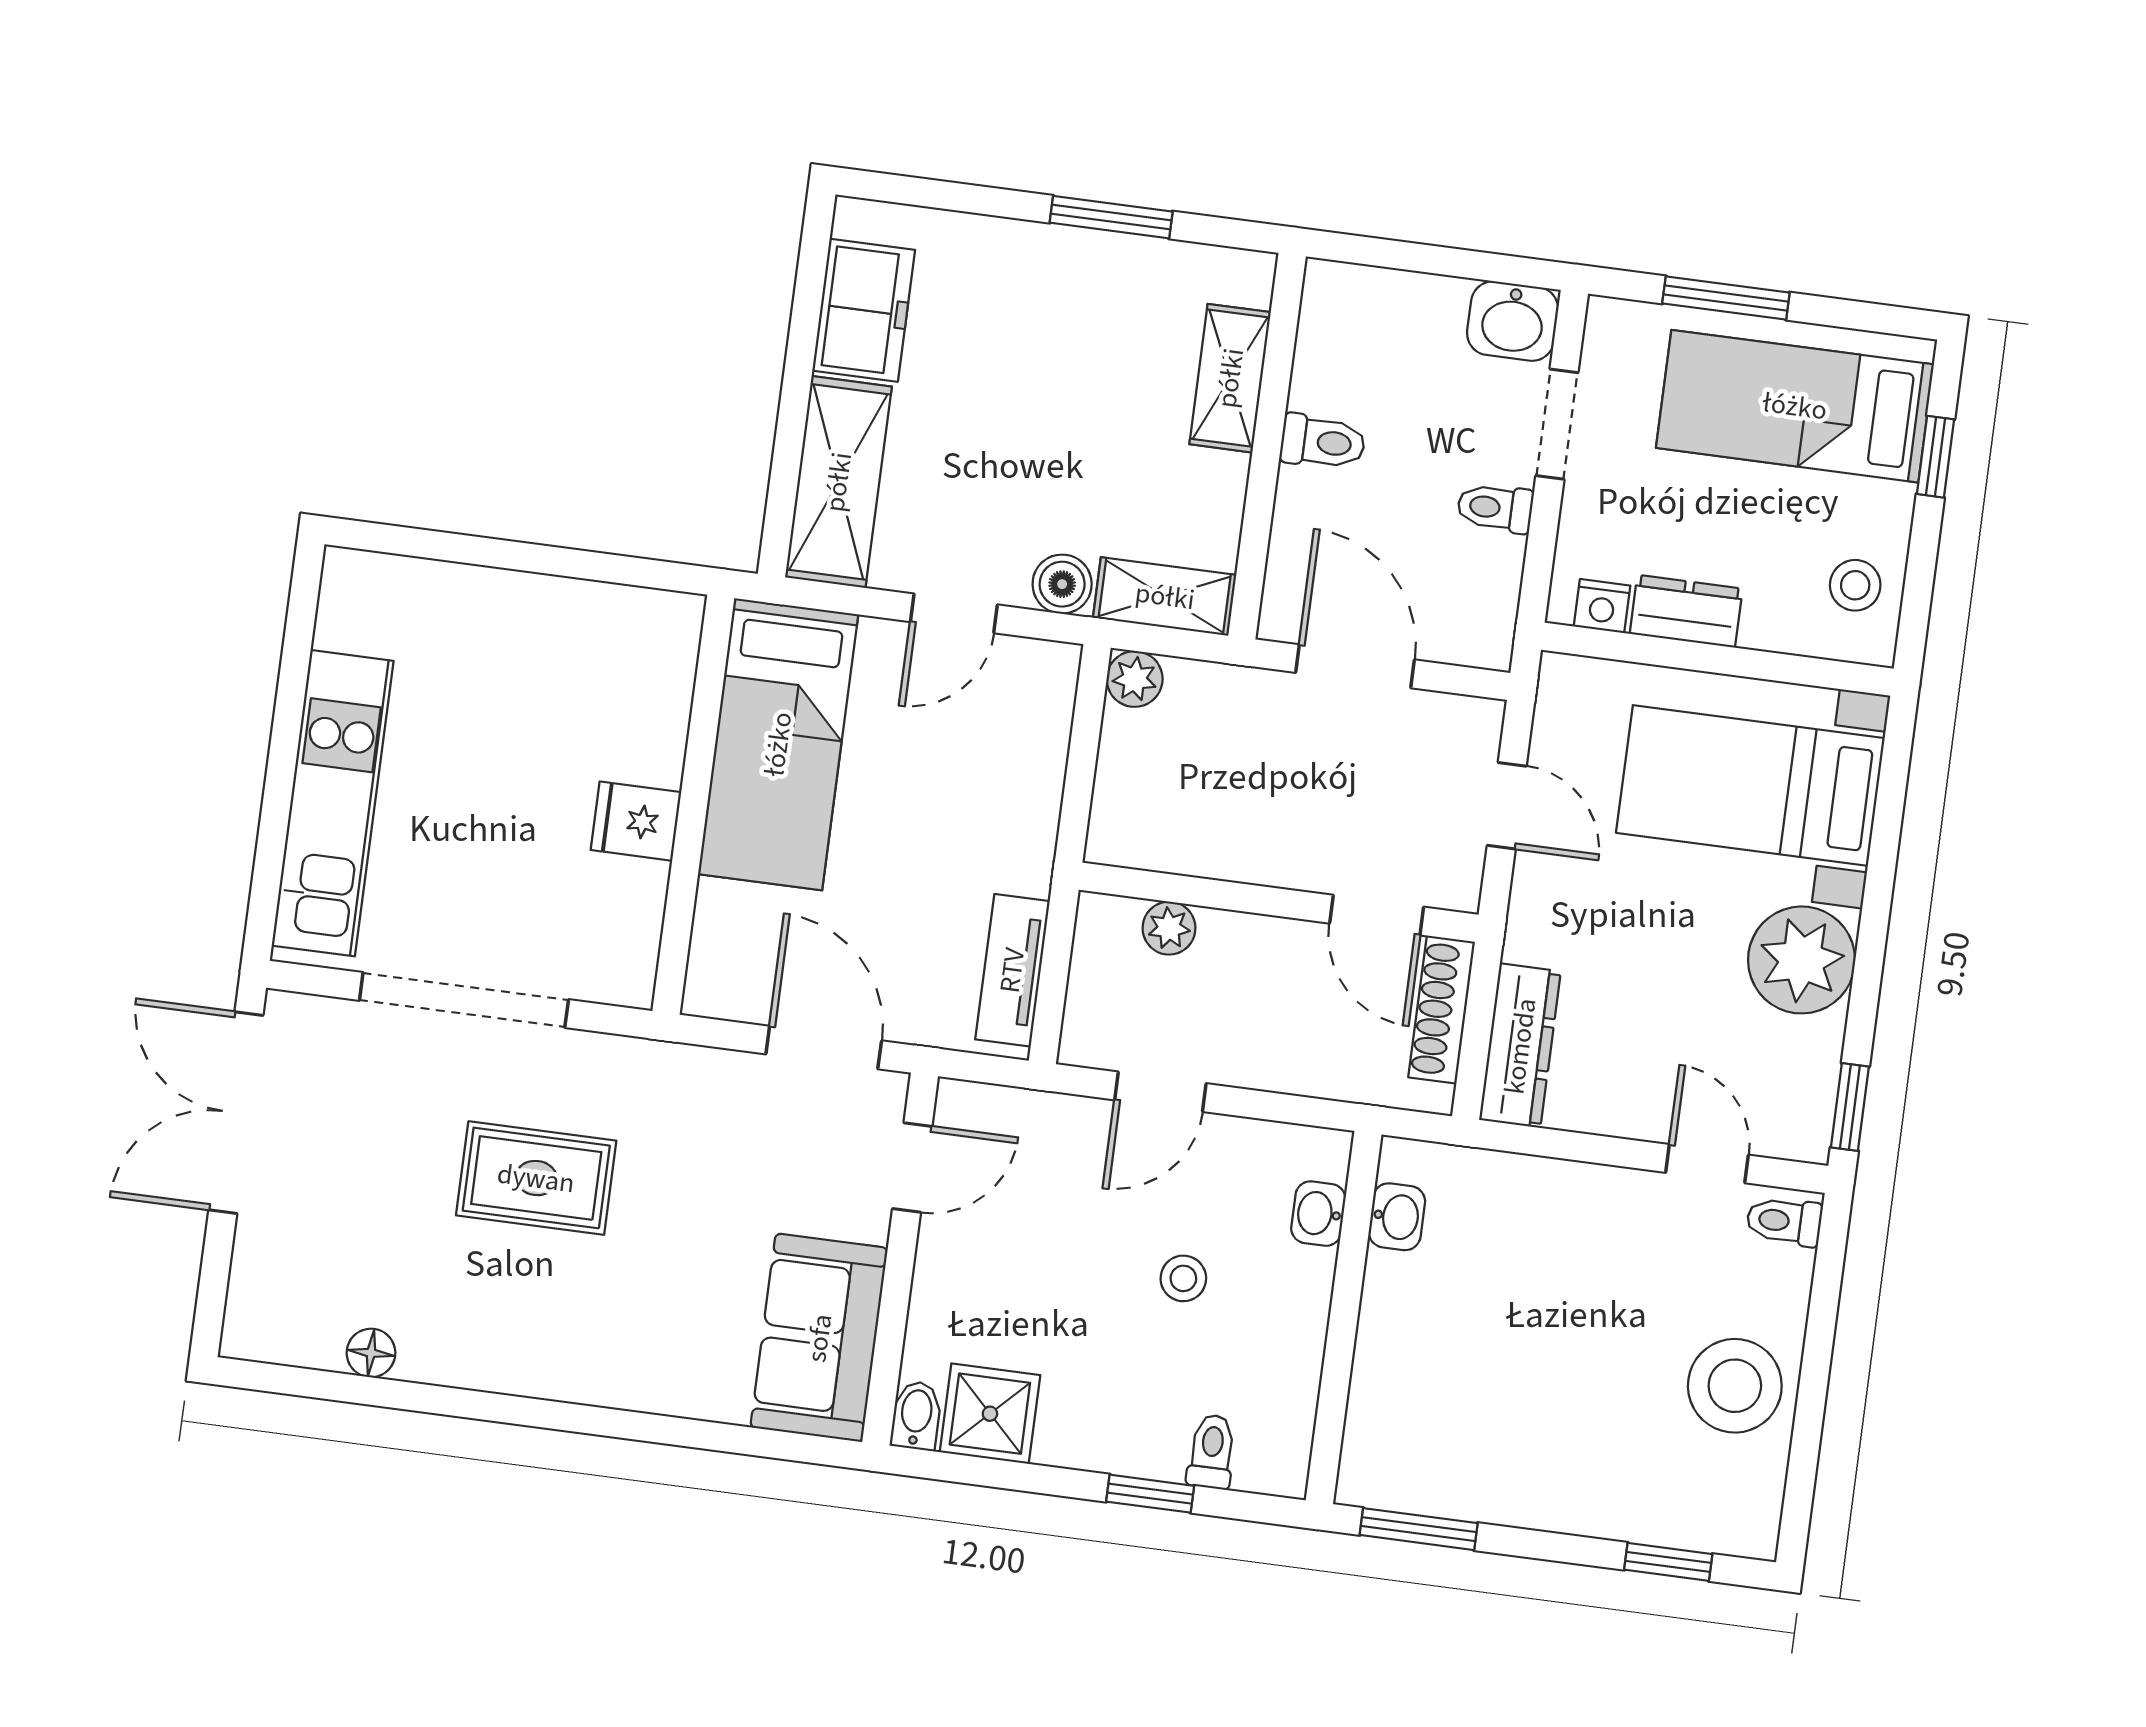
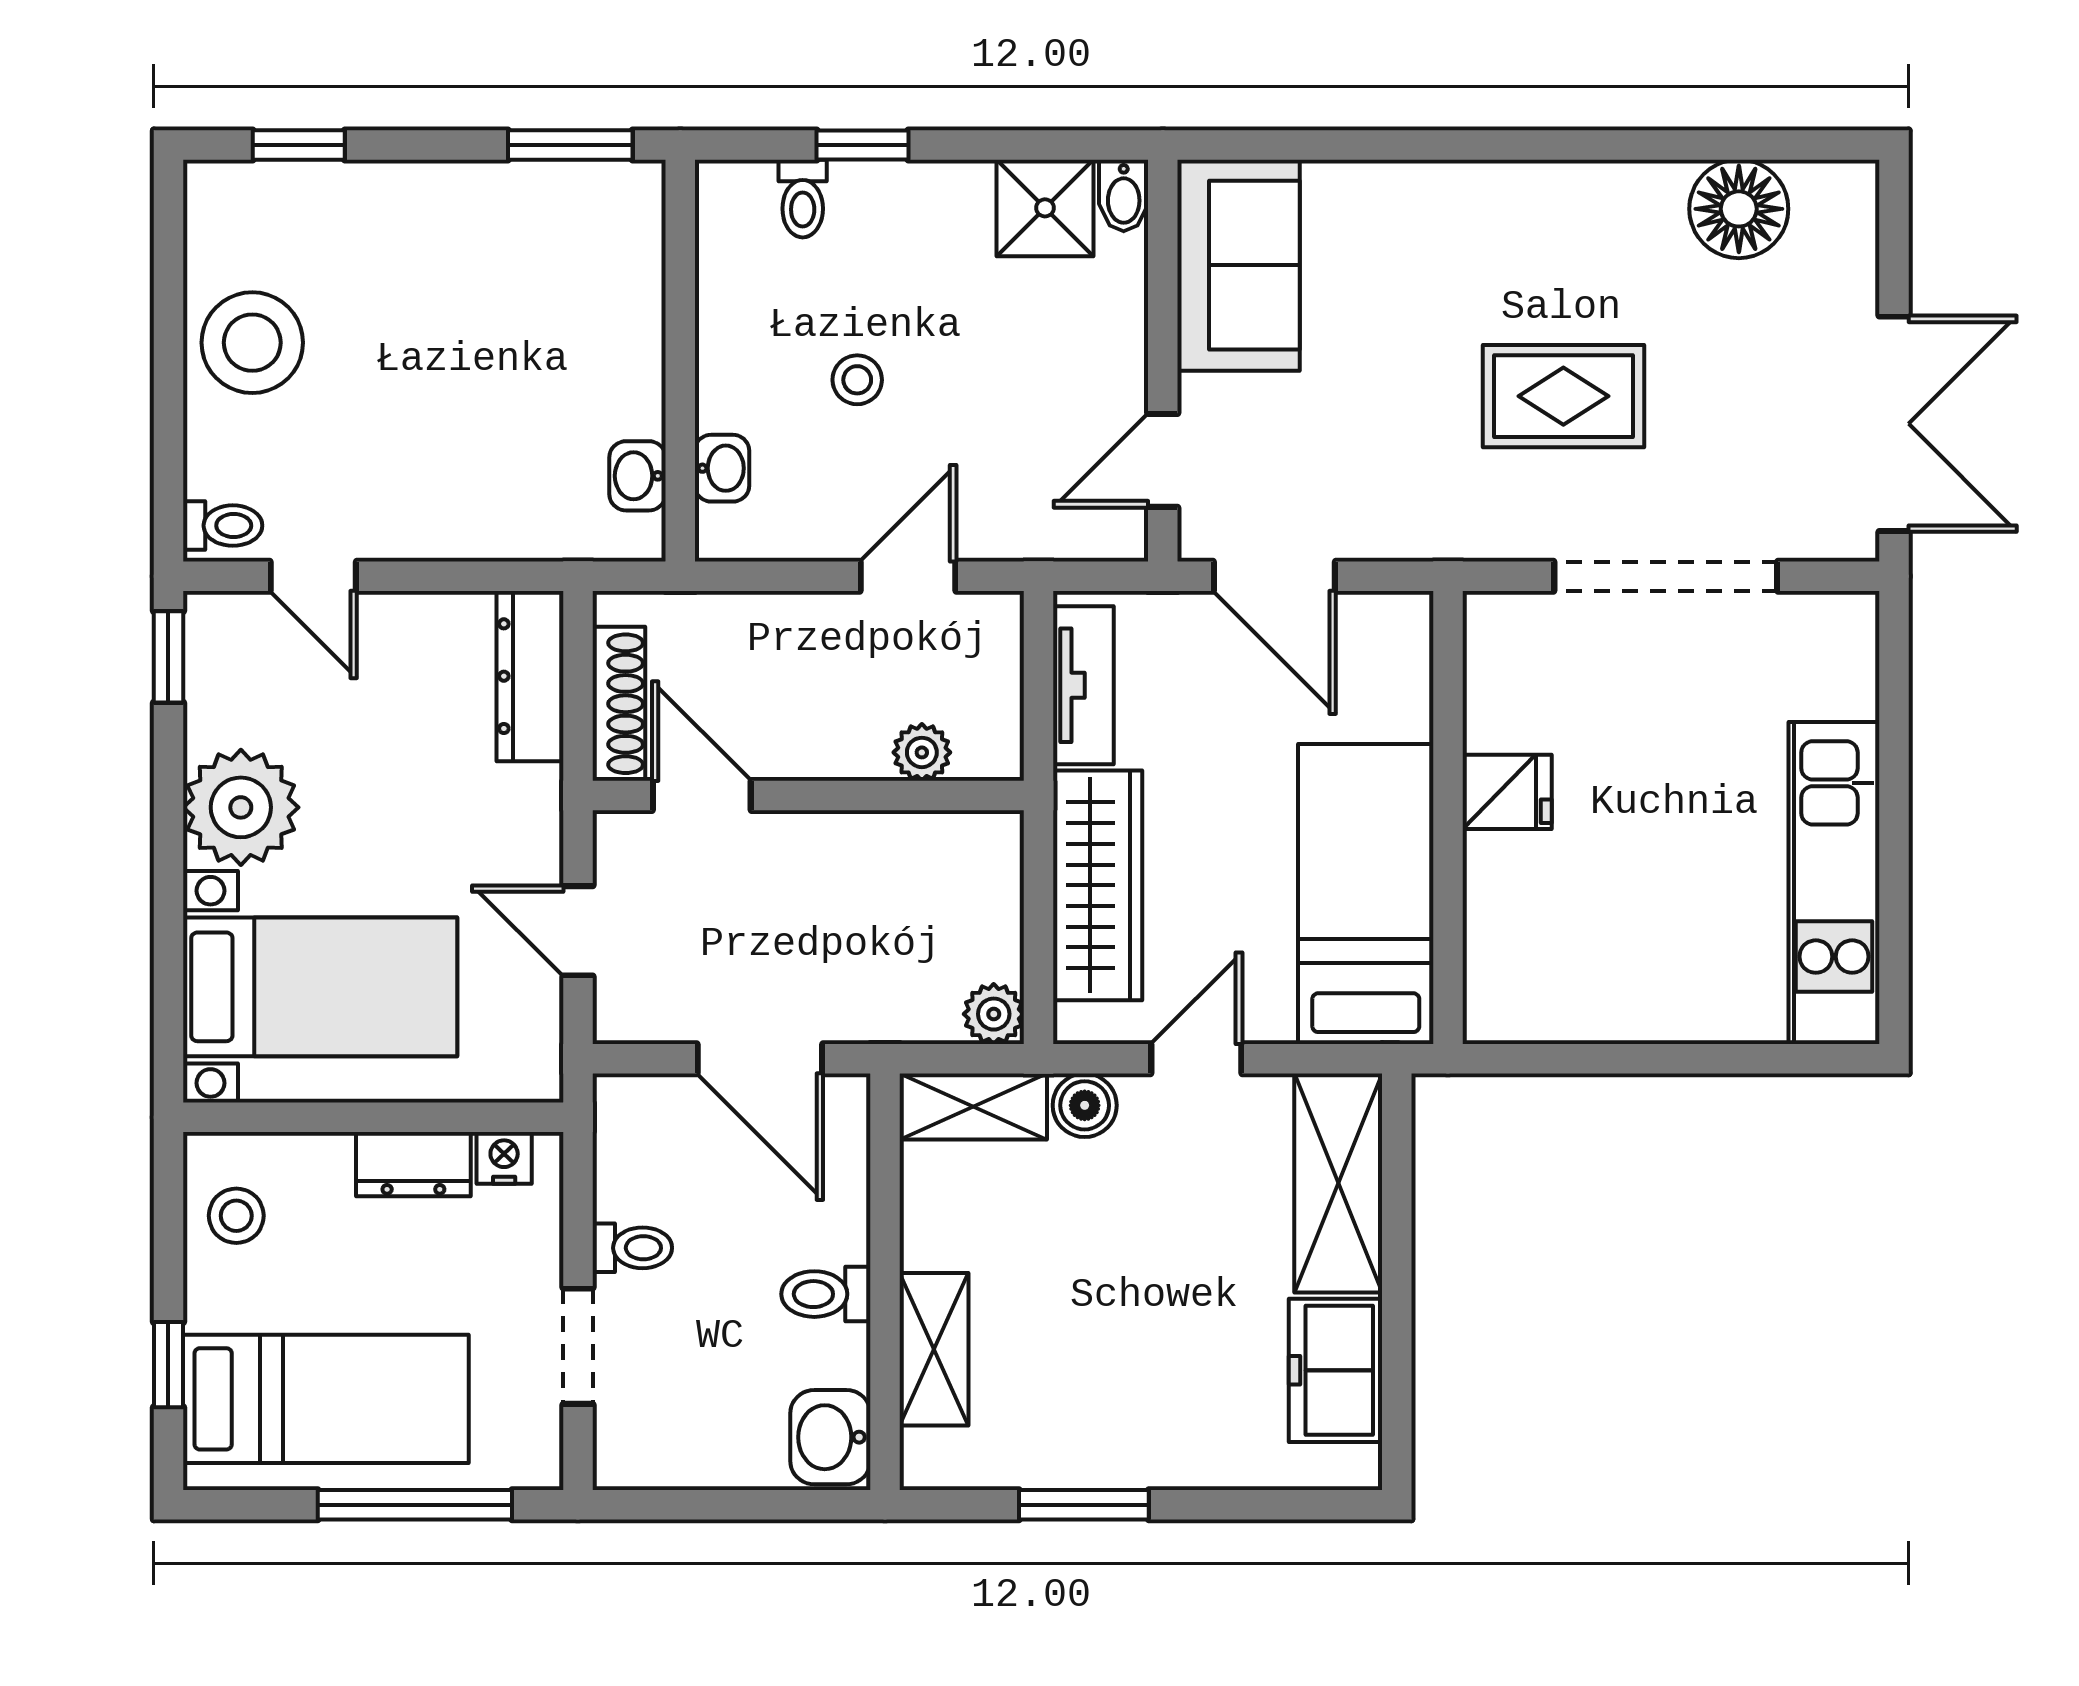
window: (1726, 298) -> (415, 1505), width x1.44
washbasin: (1513, 321) -> (830, 1437), moved, turned -90
wardrobe: (1024, 785) -> (1098, 885), added
kitchen unit: (333, 803) -> (1834, 883), moved
floor lamp: (371, 1353) -> (1739, 209), width x1.89, depth x1.89

